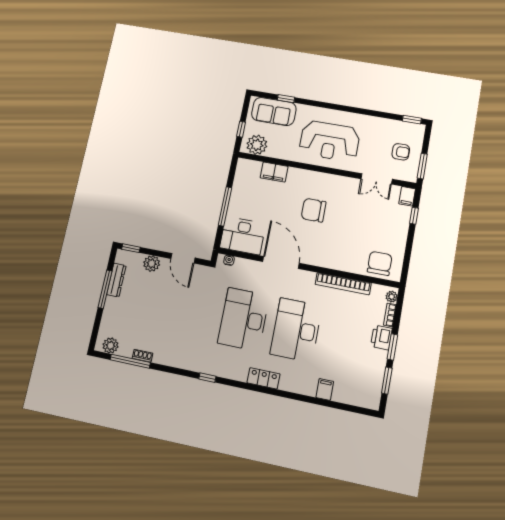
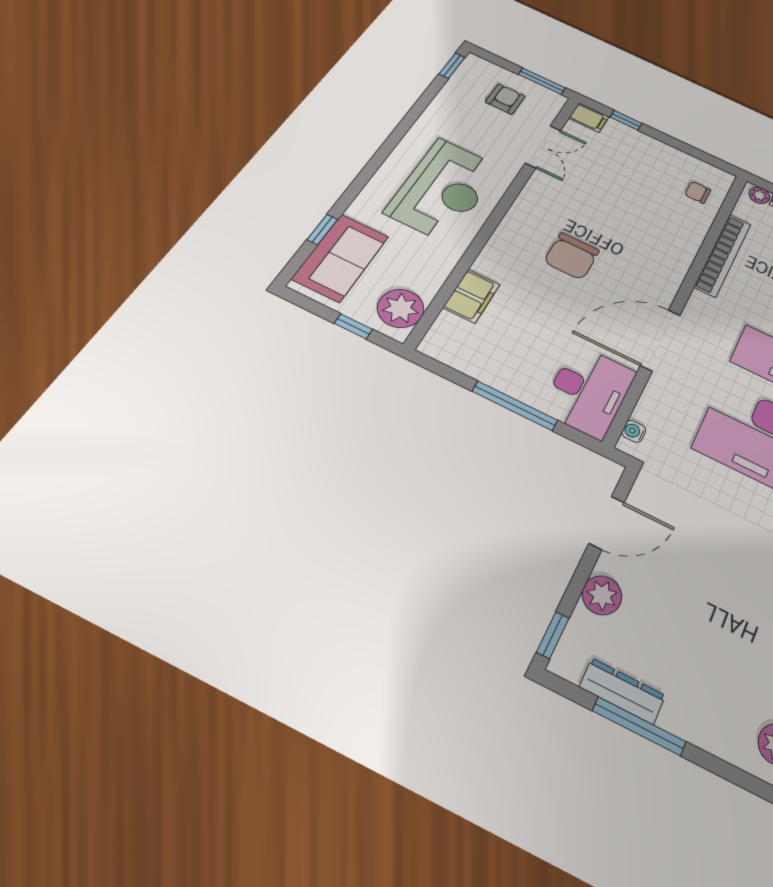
chair: (380, 263) -> (698, 192), width x0.54, depth x0.54

